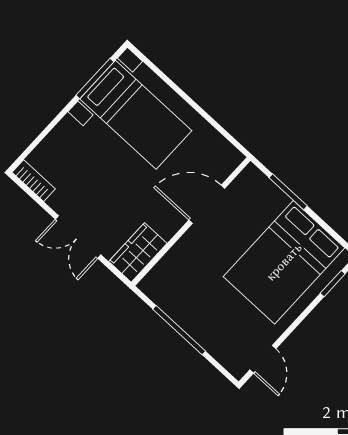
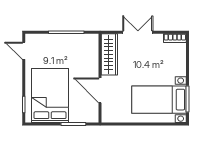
door: (207, 204) -> (100, 90), swing flipped
wardrobe: (138, 252) -> (109, 54), width x1.50

